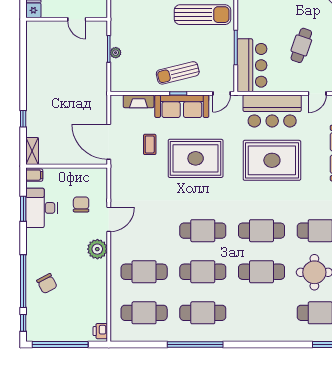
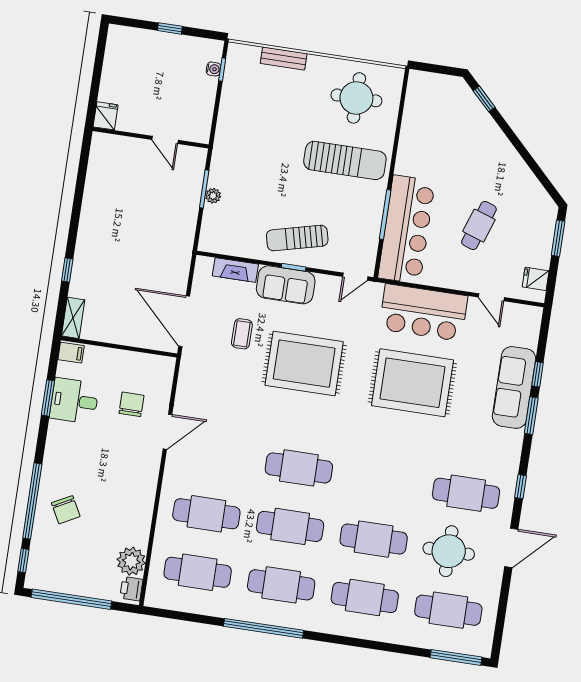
bar counter: (252, 65) -> (407, 229), width x1.36
door: (317, 93) -> (491, 297), hinge flipped
sofa: (182, 106) -> (286, 285), width x0.73
desk: (42, 208) -> (74, 401), width x0.73
cafe table: (262, 231) -> (365, 598), moved
plant: (97, 249) -> (131, 561), moved

